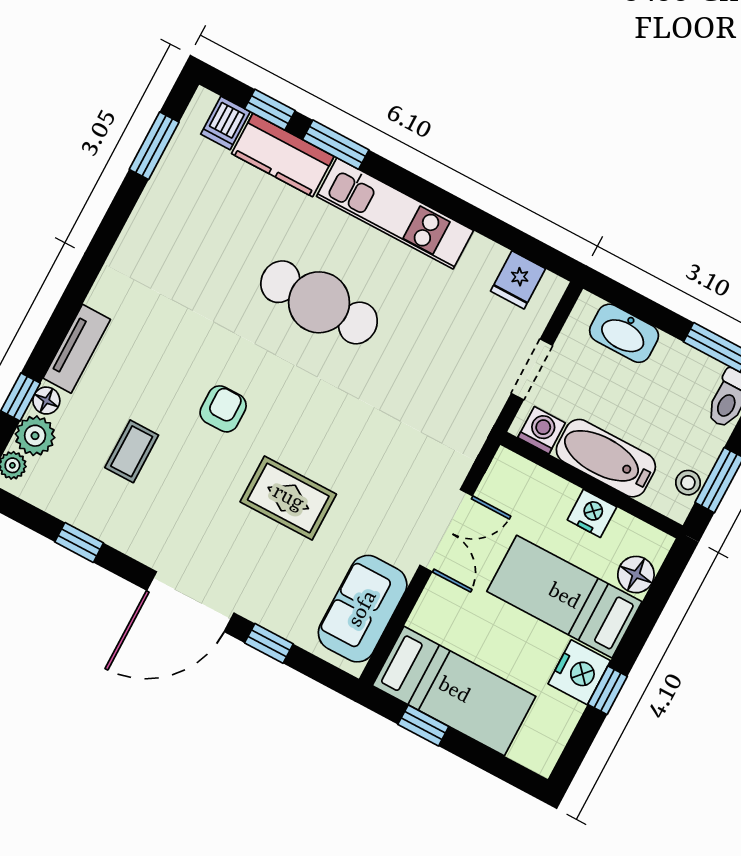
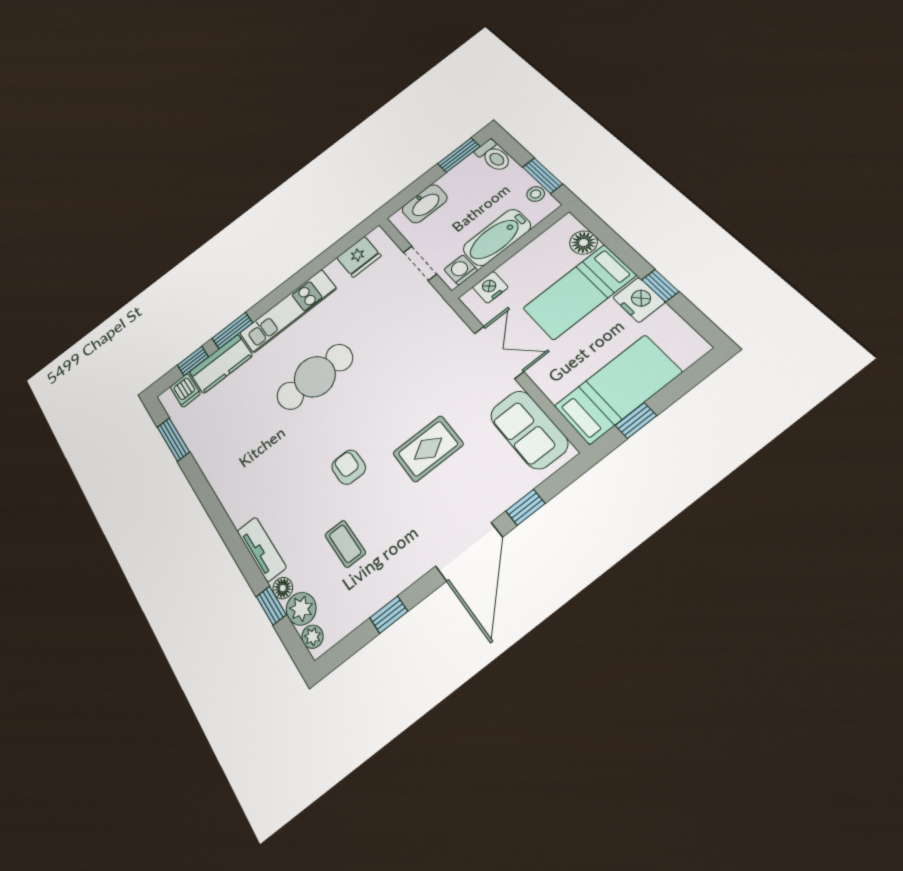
fridge: (518, 280) -> (359, 257), width x1.38
nightstand: (592, 513) -> (490, 287), moved

